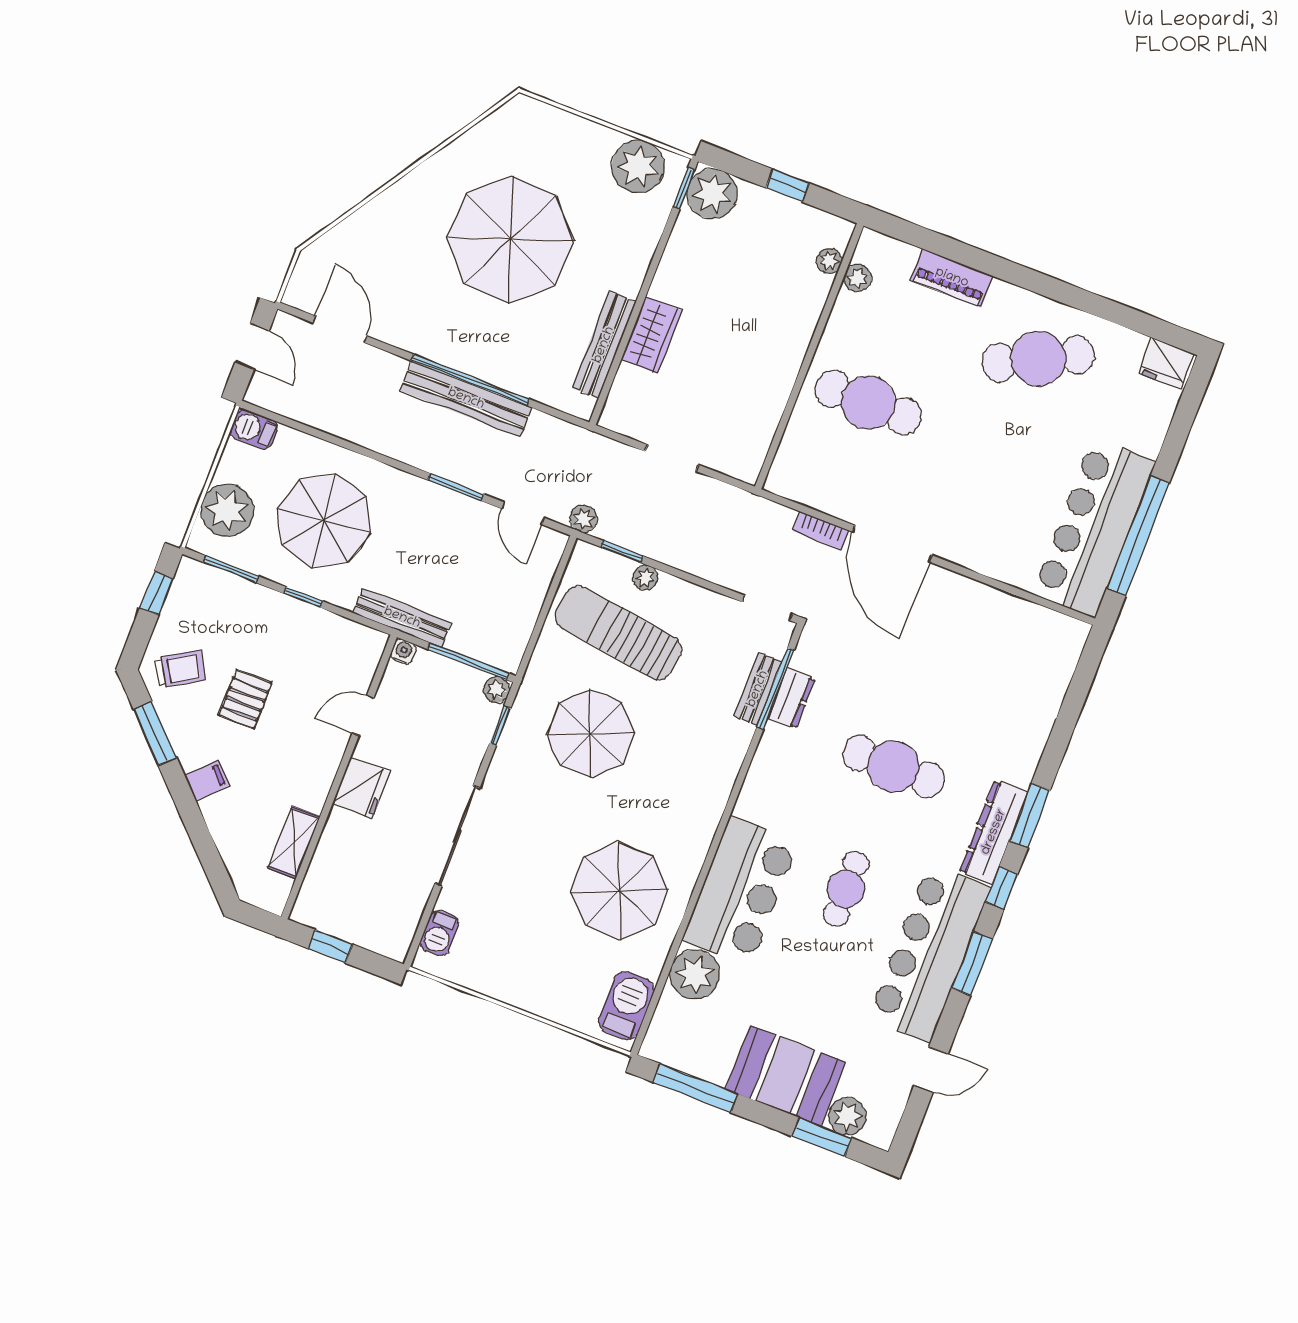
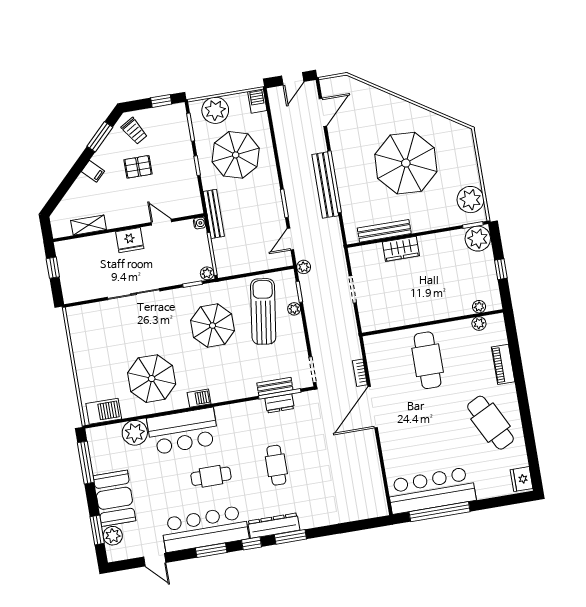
cafe table: (893, 766) -> (276, 465), width x0.73, depth x0.74
barbecue: (439, 933) -> (199, 398), moved, turned 180

